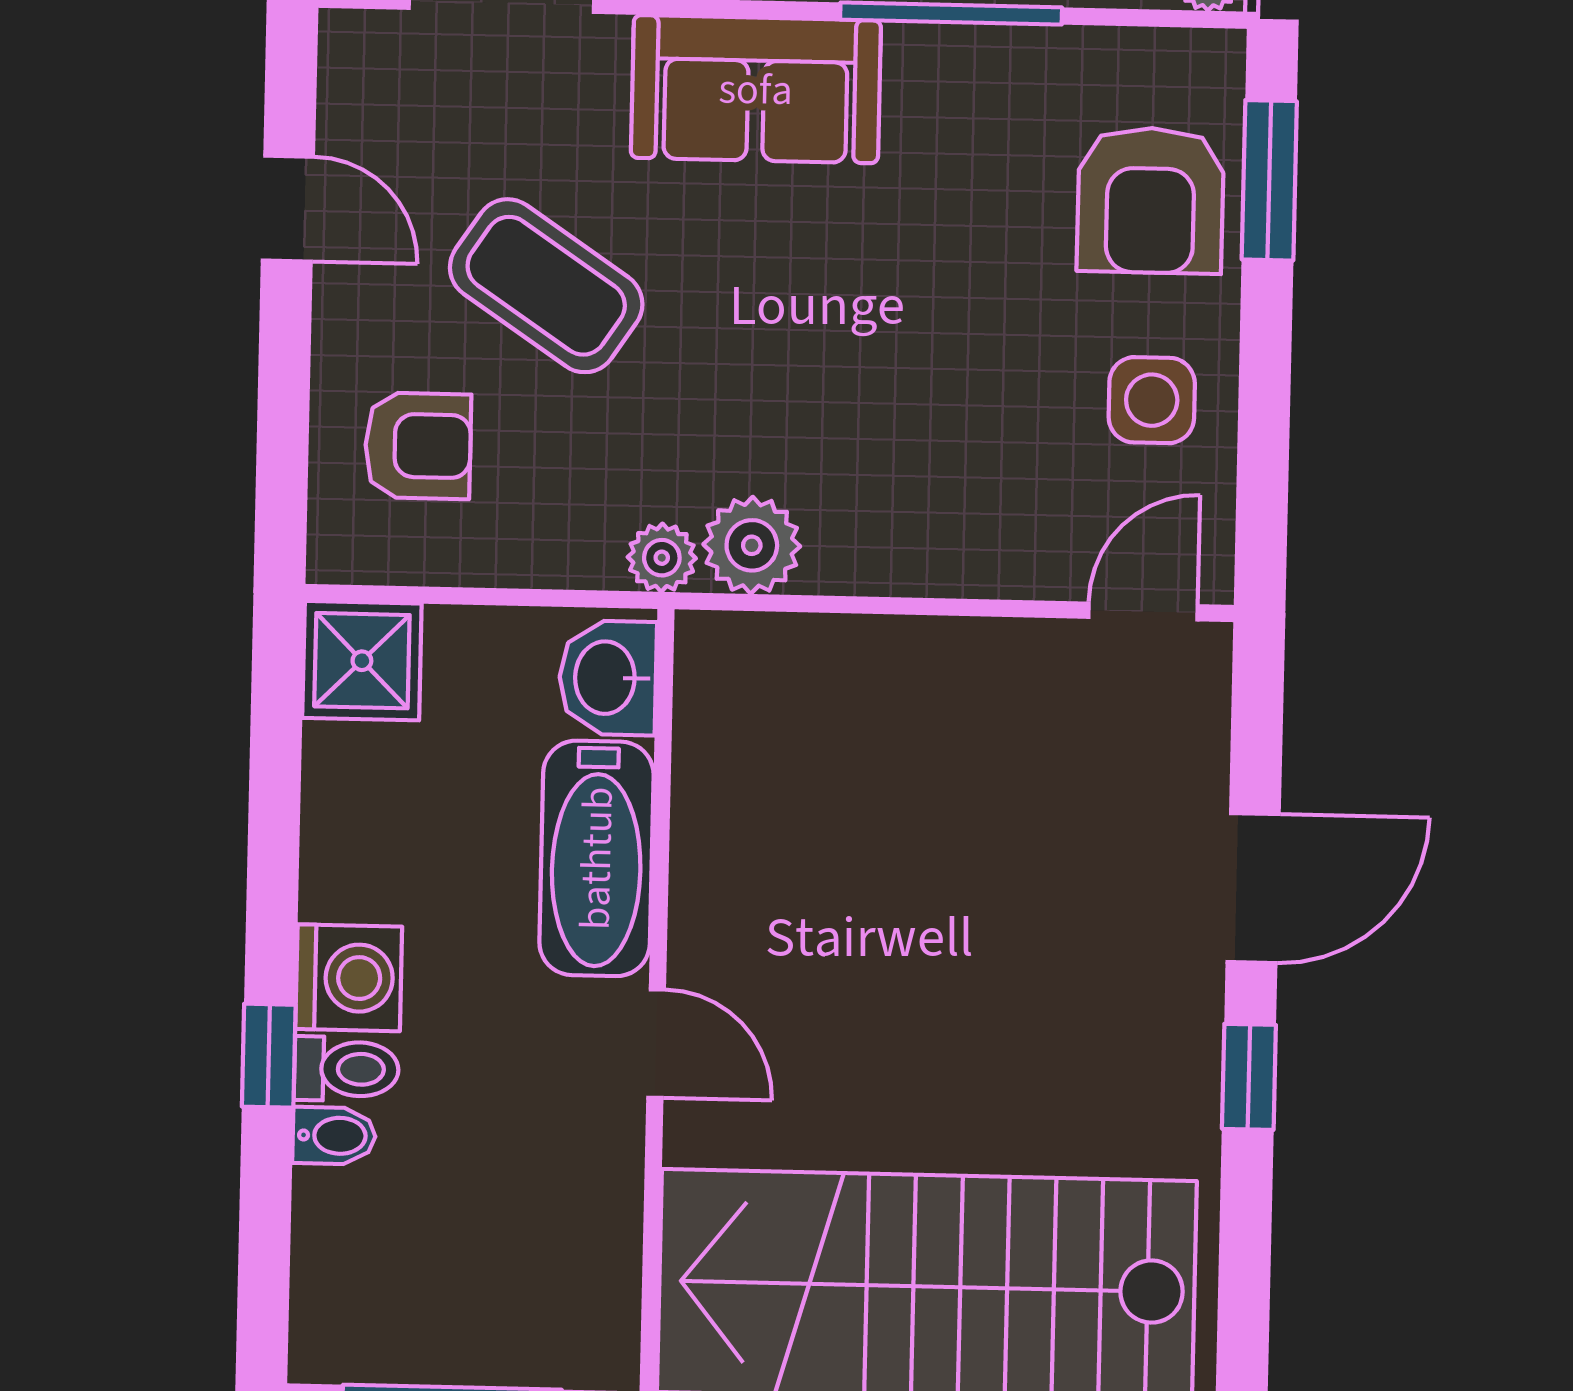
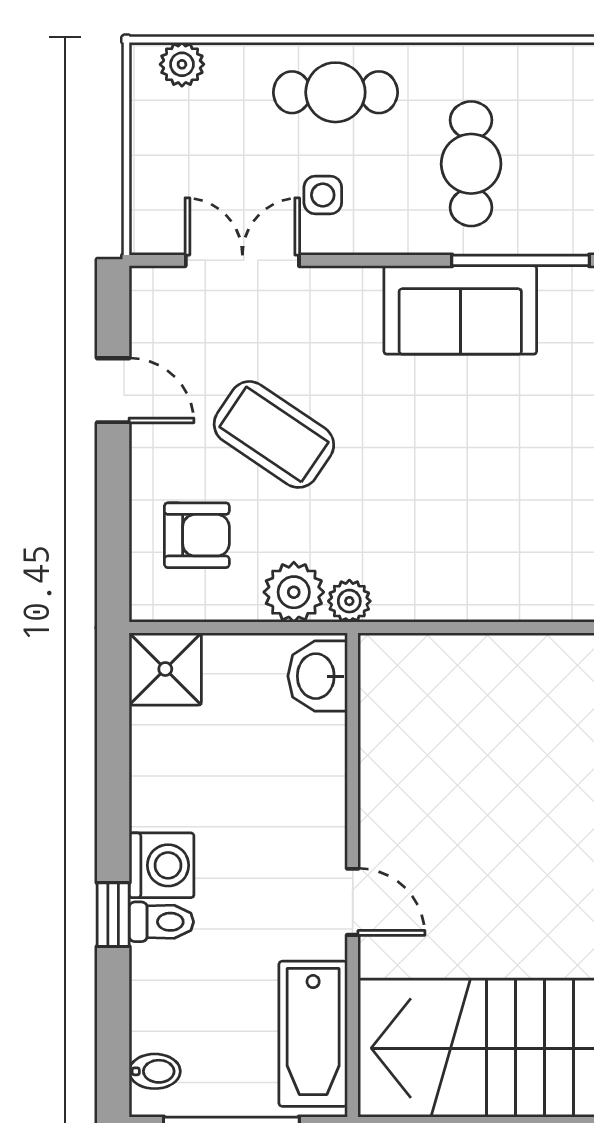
sofa: (756, 89) -> (460, 310), moved
plant: (752, 545) -> (294, 592), moved
bathtub: (596, 858) -> (313, 1034), moved
bidet: (334, 1136) -> (155, 1071), moved

